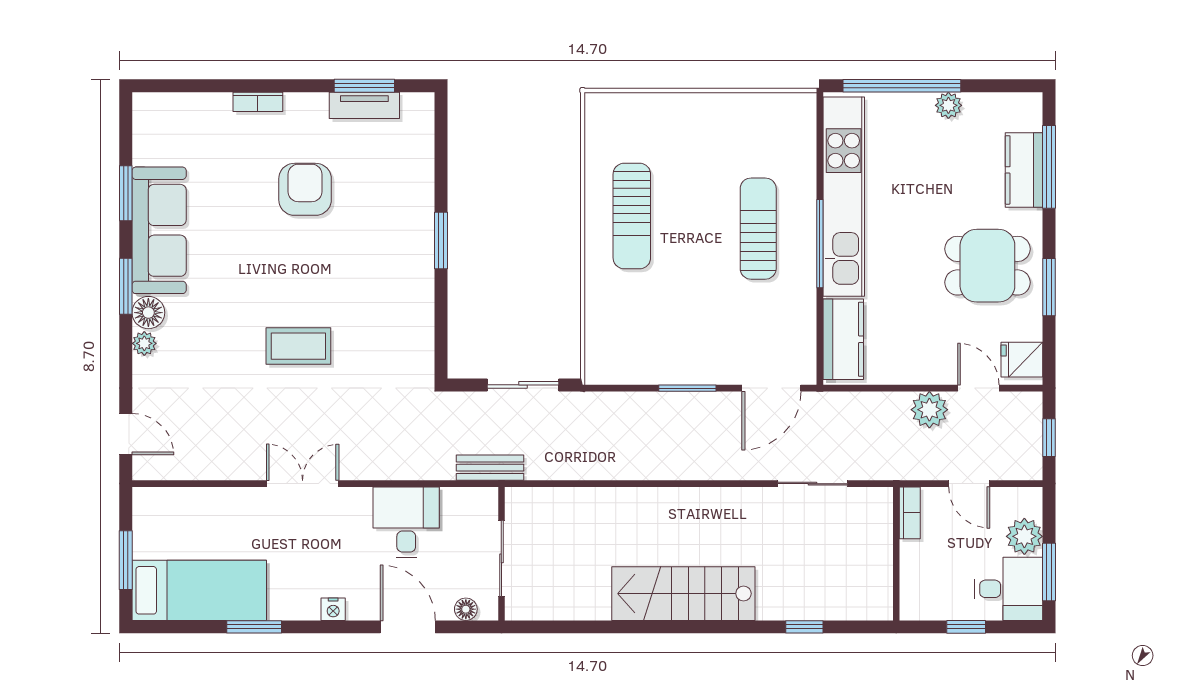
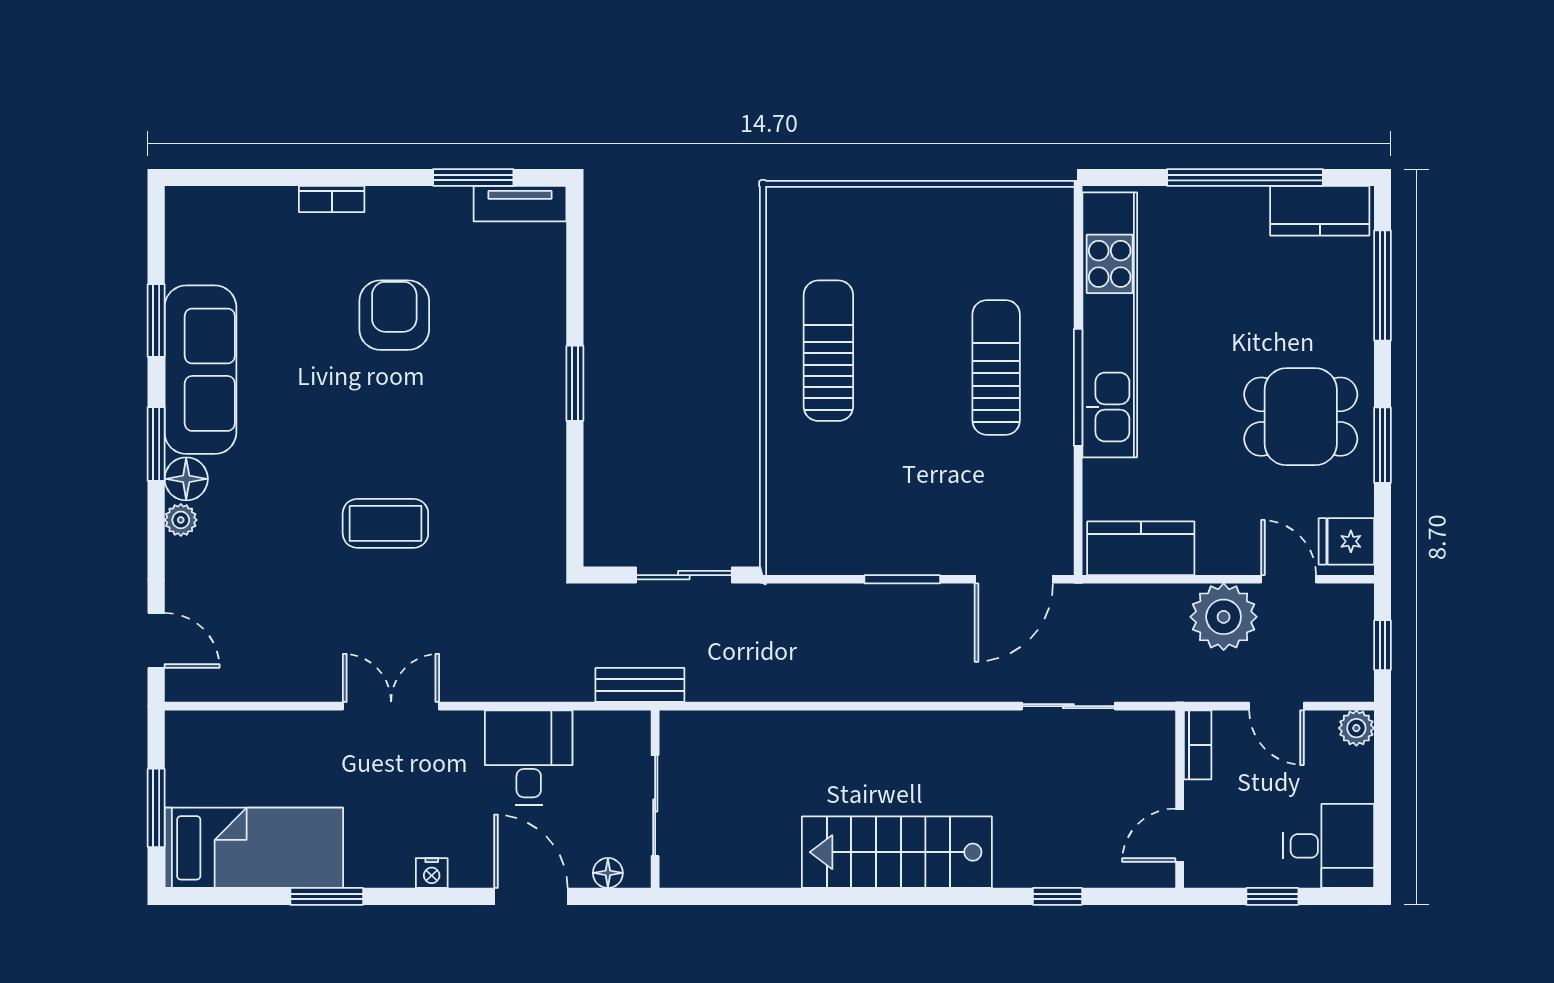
window: (902, 86) -> (1245, 178), moved
tv unit: (364, 105) -> (520, 204), moved
plant: (948, 105) -> (1249, 204), removed
kitchen counter: (1024, 170) -> (1320, 211), moved, turned -90
sun lounger: (632, 216) -> (828, 351), turned 180
kitchen counter: (843, 339) -> (1141, 548), moved, turned -90
plant: (929, 410) -> (1224, 617), width x1.36, depth x1.36
plant: (1024, 536) -> (1356, 728), moved, width x0.73, depth x0.73
window: (1049, 572) -> (1383, 824), removed
door: (896, 581) -> (1180, 835), added

